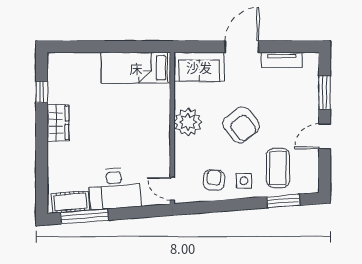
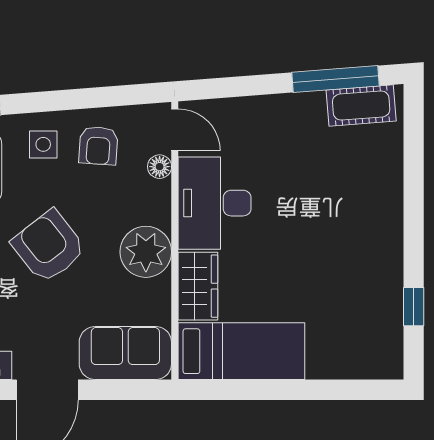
wardrobe: (58, 123) -> (198, 286), moved, turned 180
floor lamp: (180, 169) -> (160, 167), added
desk: (115, 189) -> (215, 203), moved, turned -86

